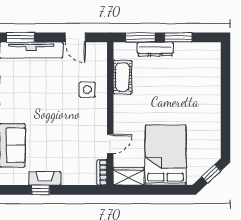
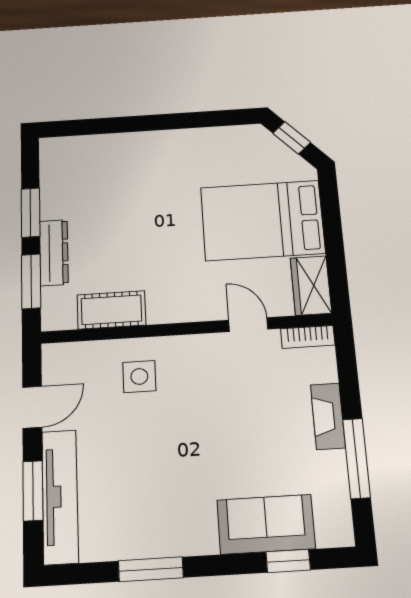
window: (20, 37) -> (33, 491), moved
fireplace: (45, 178) -> (328, 416), moved
window: (41, 190) -> (357, 458), width x2.17

